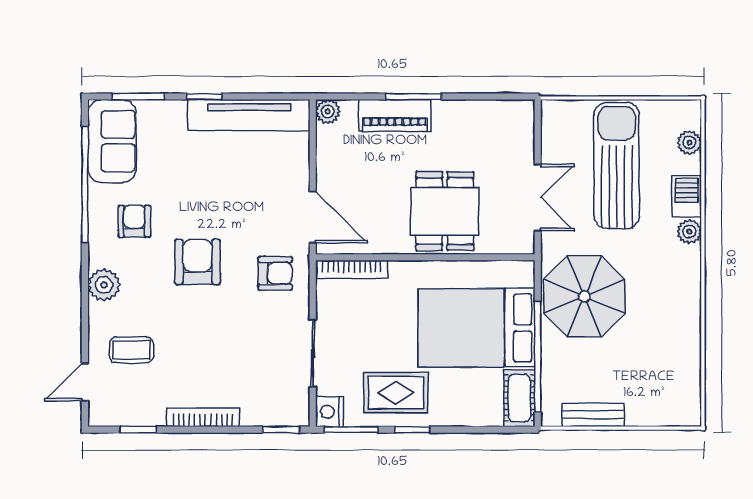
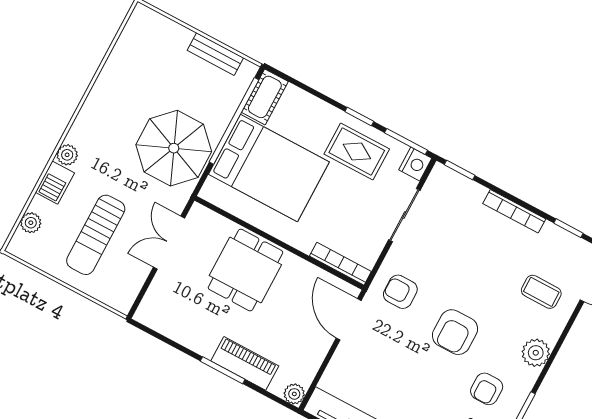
sun lounger: (617, 166) -> (96, 235), width x0.73, depth x0.75

